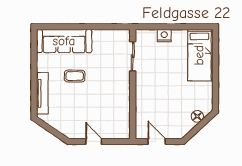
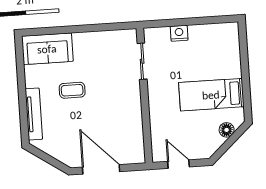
sofa: (64, 41) -> (47, 49), width x0.73
bed: (199, 55) -> (211, 95), moved, turned 90
door: (94, 141) -> (101, 169), width x1.87

